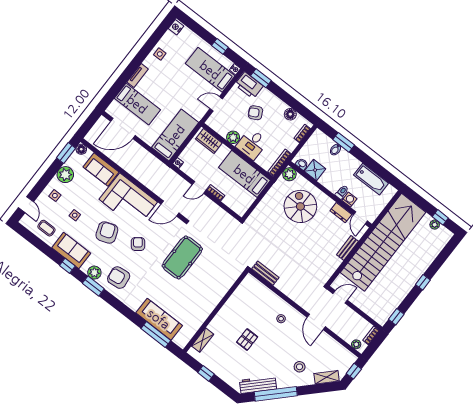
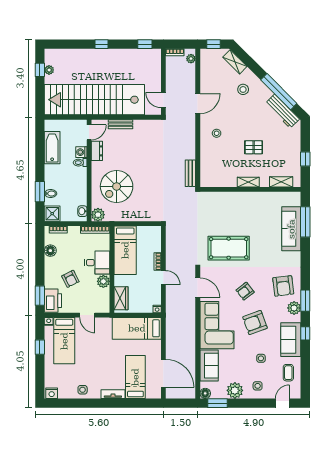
shower: (315, 170) -> (52, 214), moved
shelving: (223, 314) -> (248, 182), added

